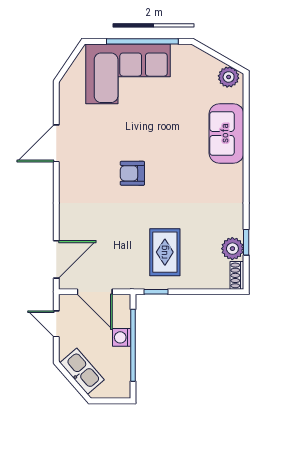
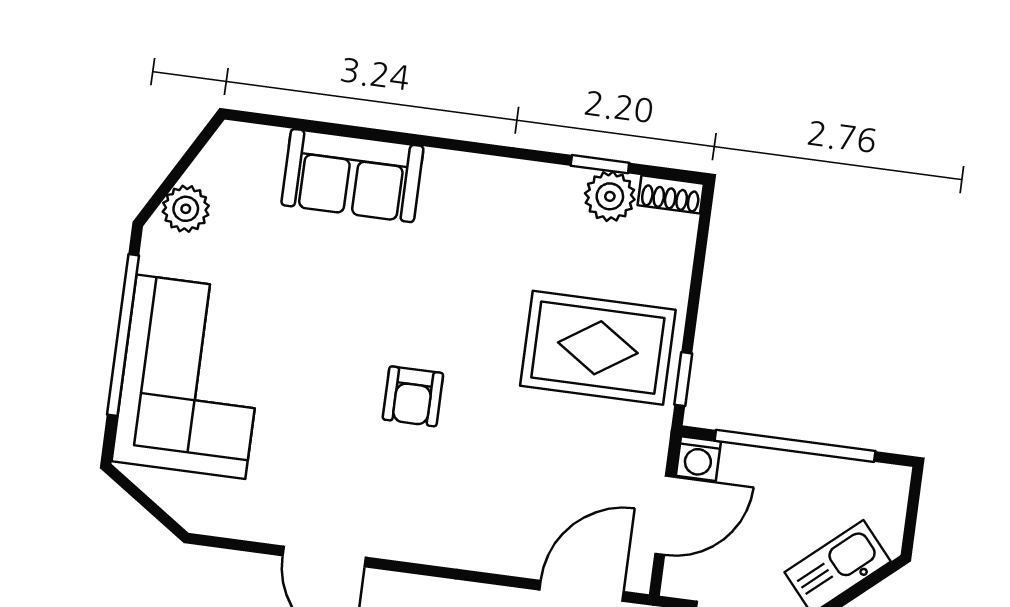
plant: (229, 77) -> (186, 209), moved
rug: (165, 252) -> (598, 348), width x1.36, depth x1.43
door: (56, 259) -> (582, 591), hinge flipped
washing machine: (122, 337) -> (698, 459), moved

